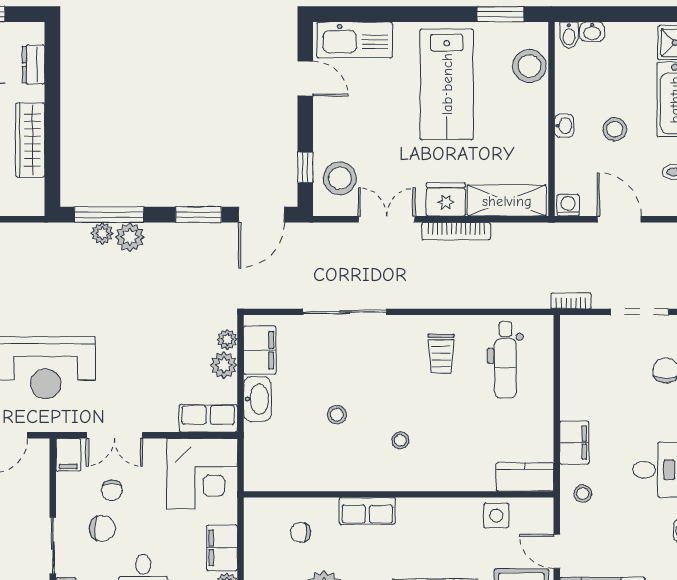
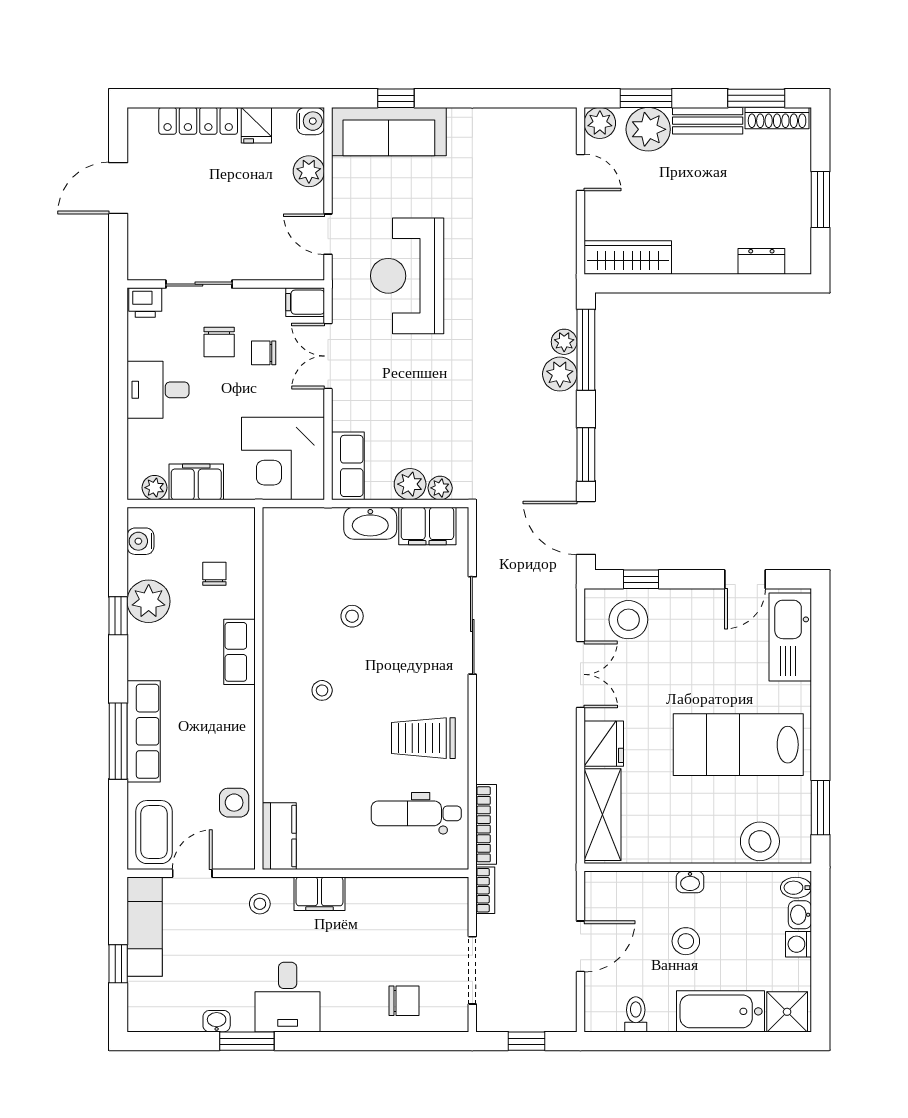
wardrobe: (30, 140) -> (628, 258), moved
washing machine: (568, 205) -> (799, 944), moved, turned 180
bookcase: (456, 231) -> (486, 824), moved, turned 180
trolley: (441, 354) -> (423, 738), width x1.36, depth x1.39

